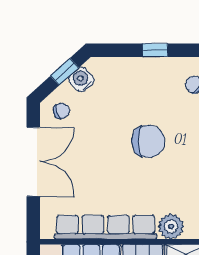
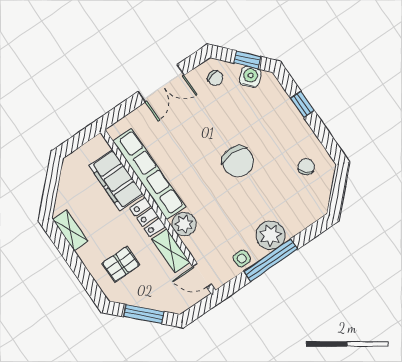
window: (155, 50) -> (302, 104), moved
double door: (33, 162) -> (161, 83), width x0.73

